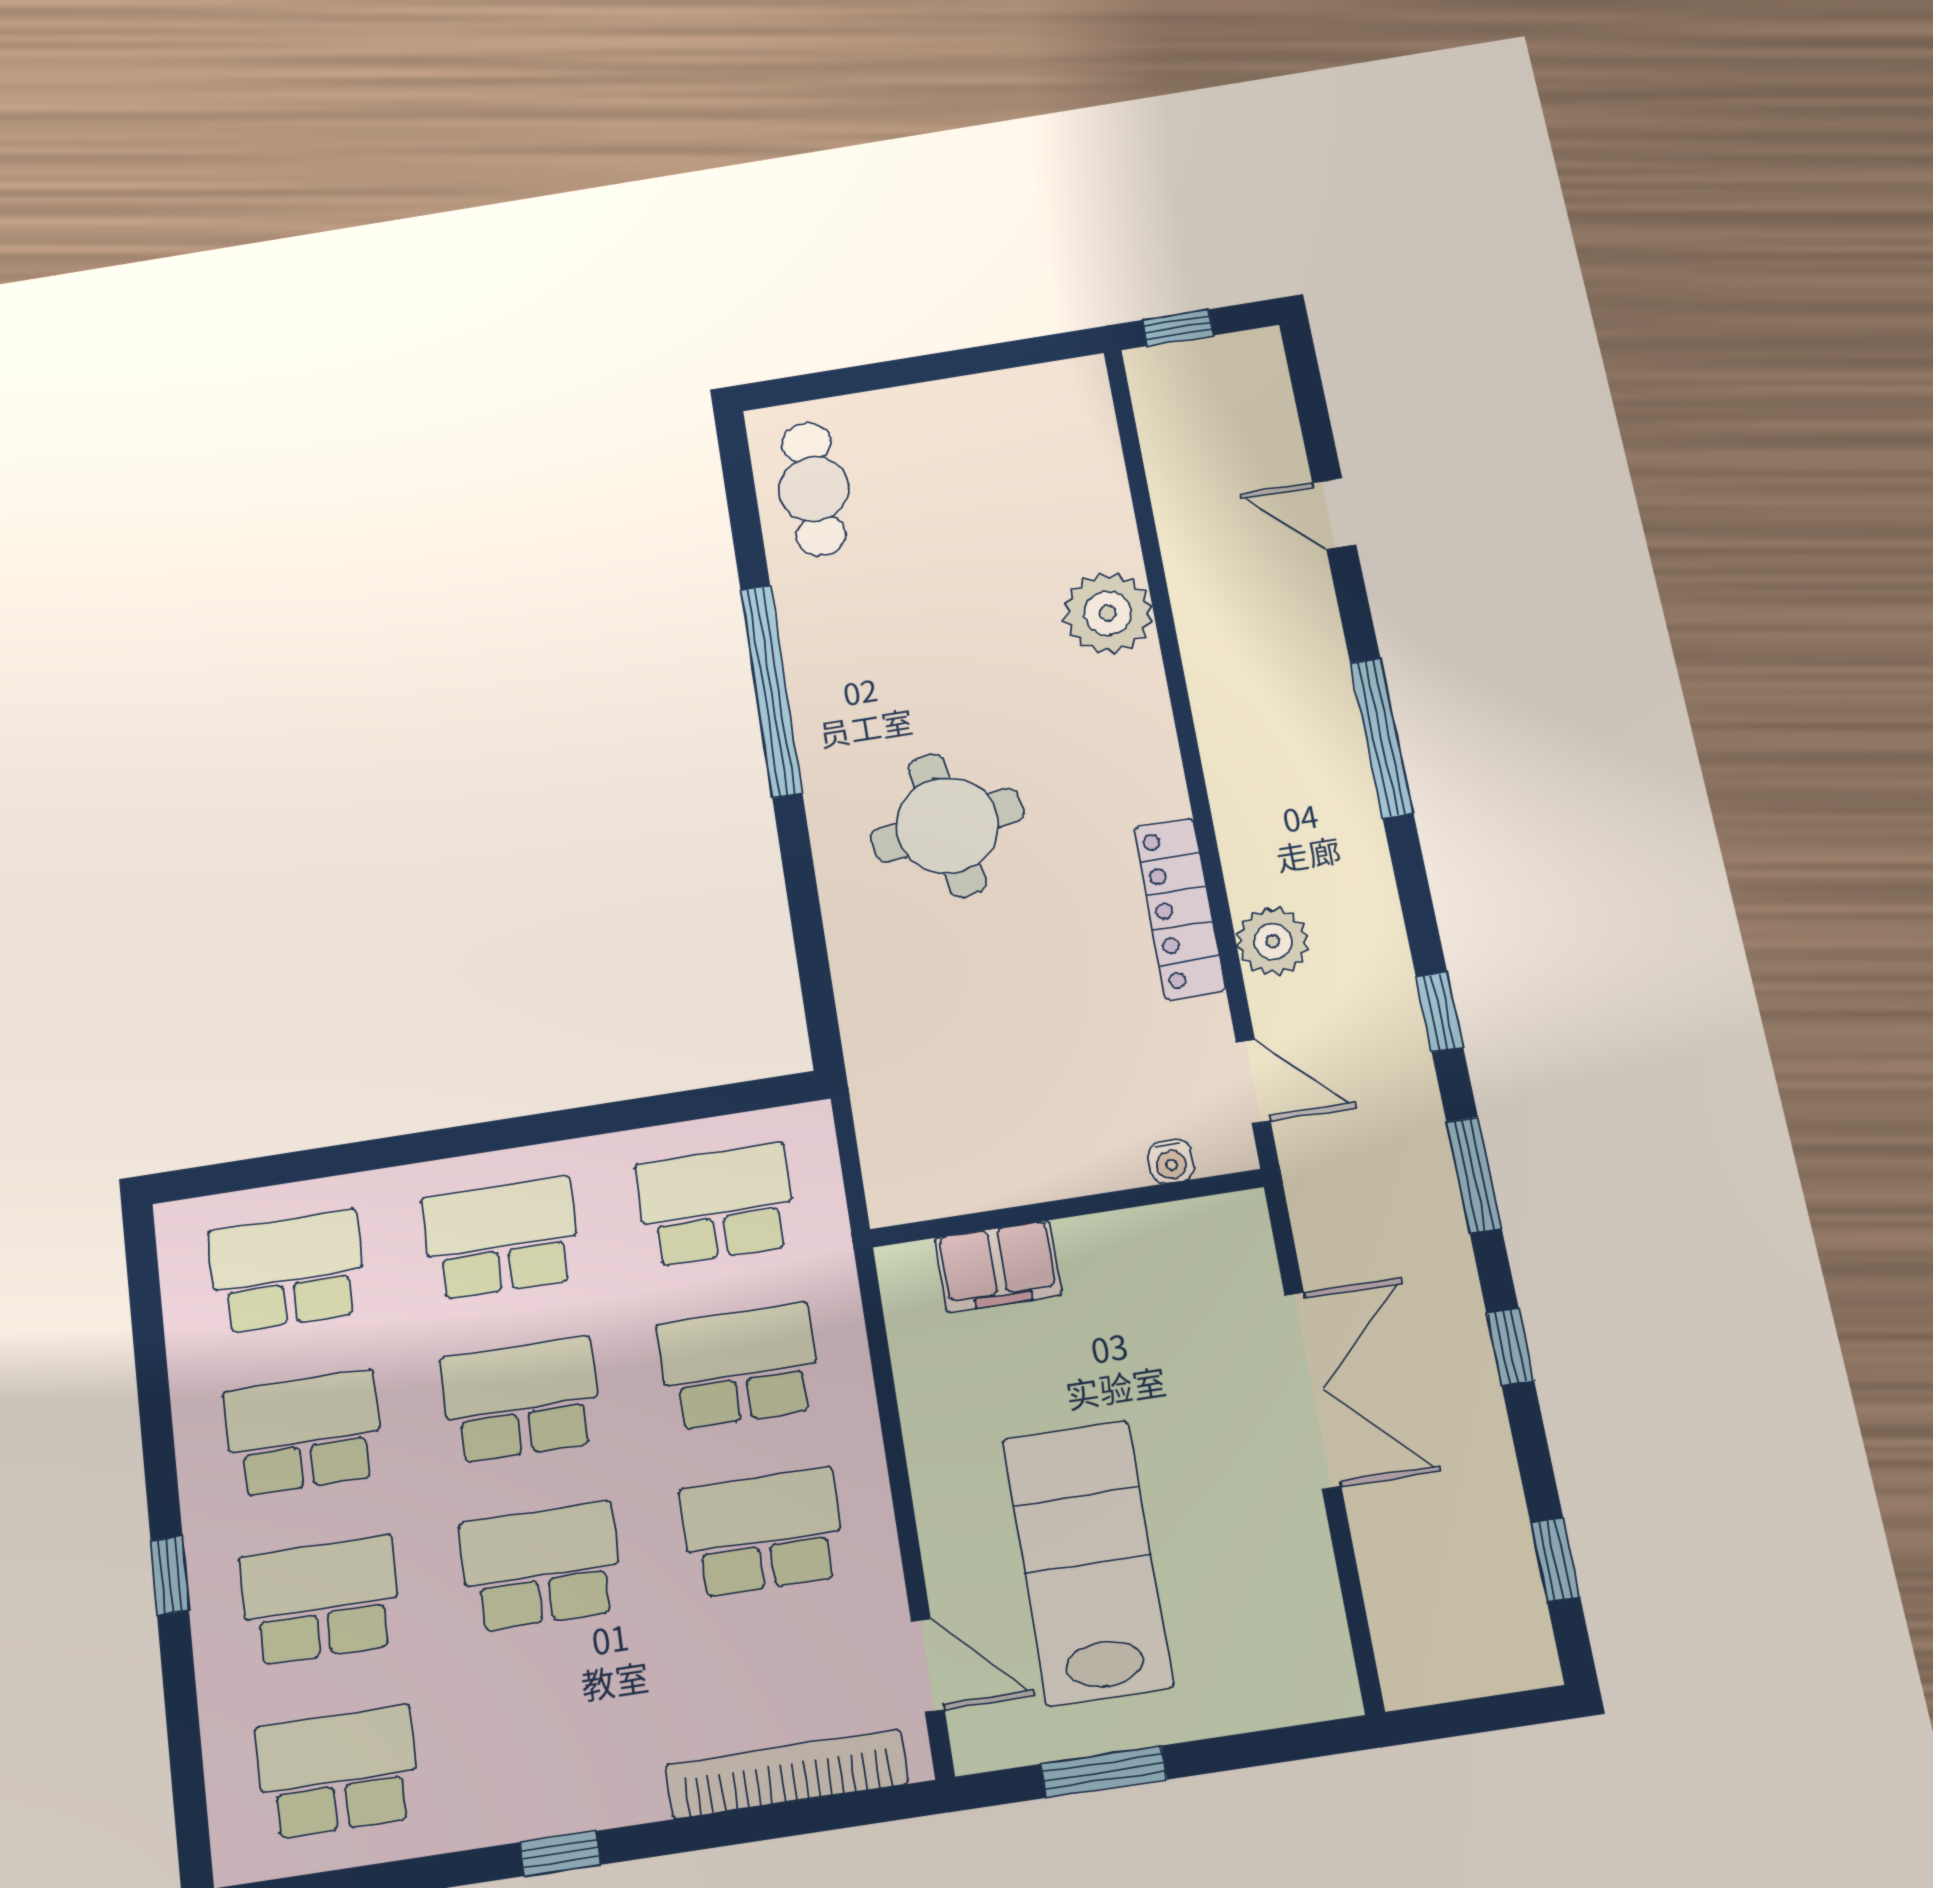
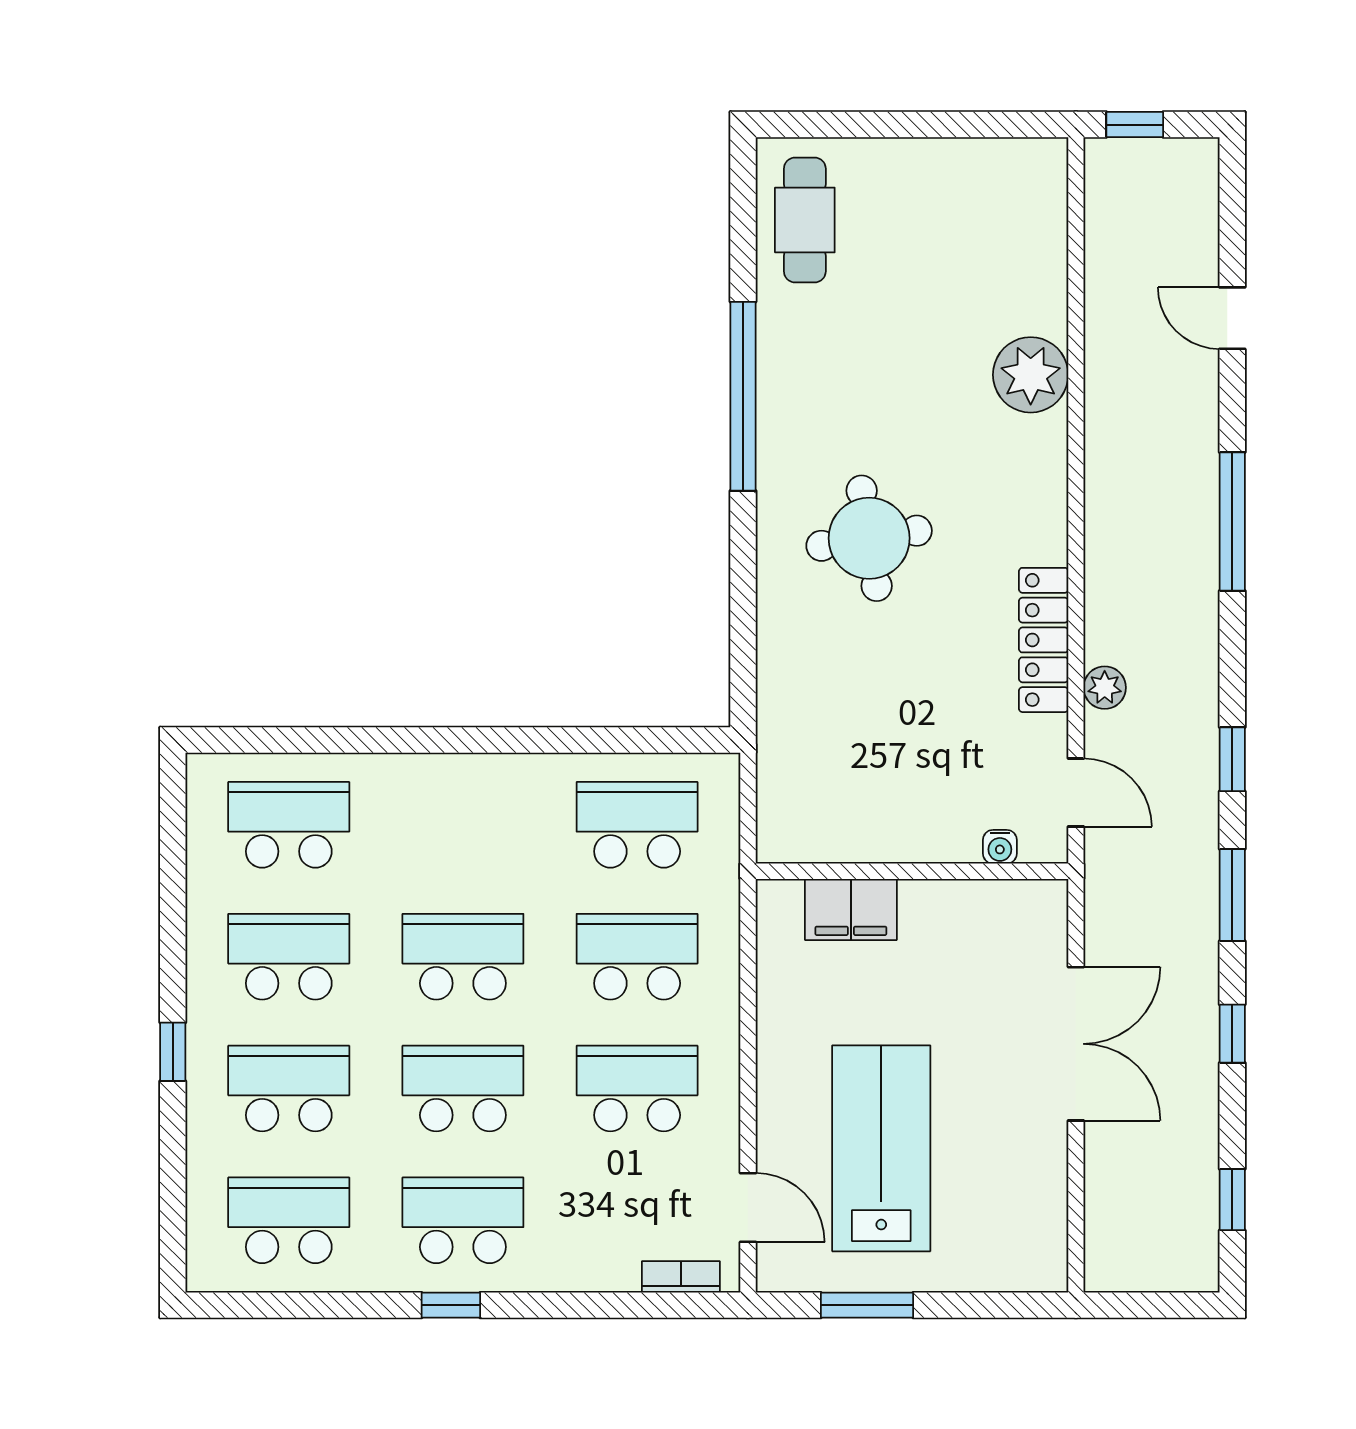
plant: (1273, 941) -> (1105, 688), width x0.73, depth x0.73
school desk: (501, 1238) -> (463, 1220), moved
bookcase: (787, 1774) -> (681, 1277), width x0.43, depth x0.76

